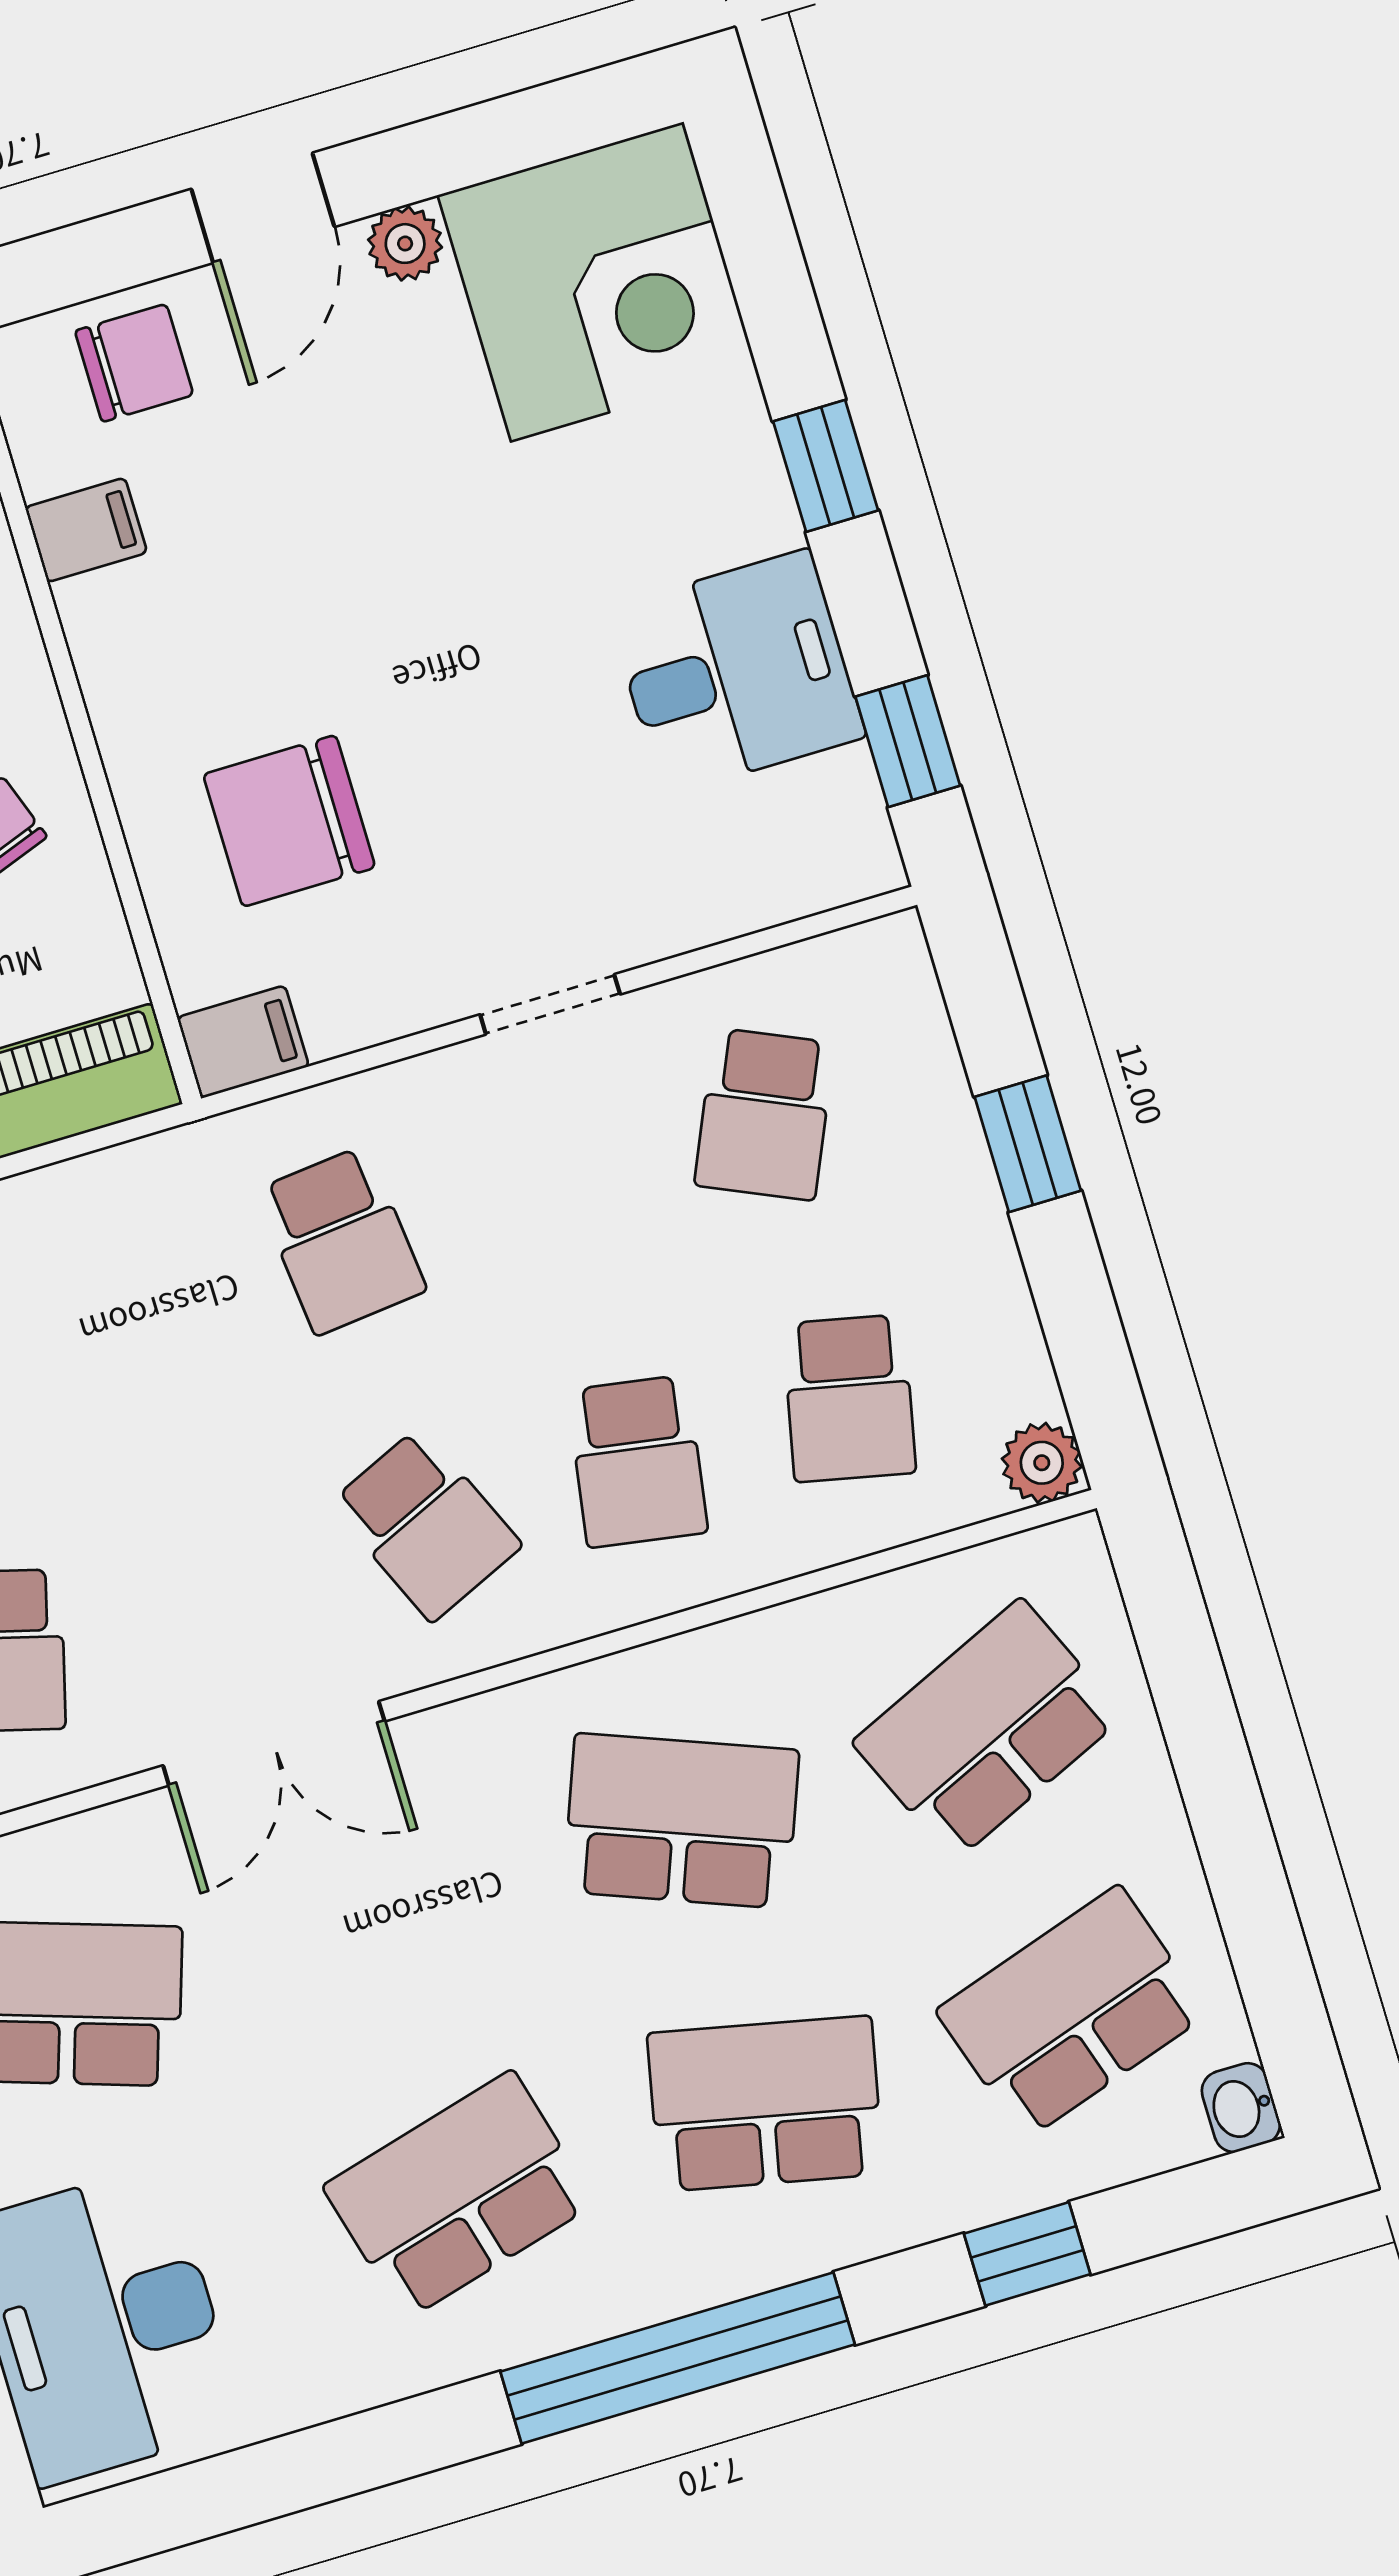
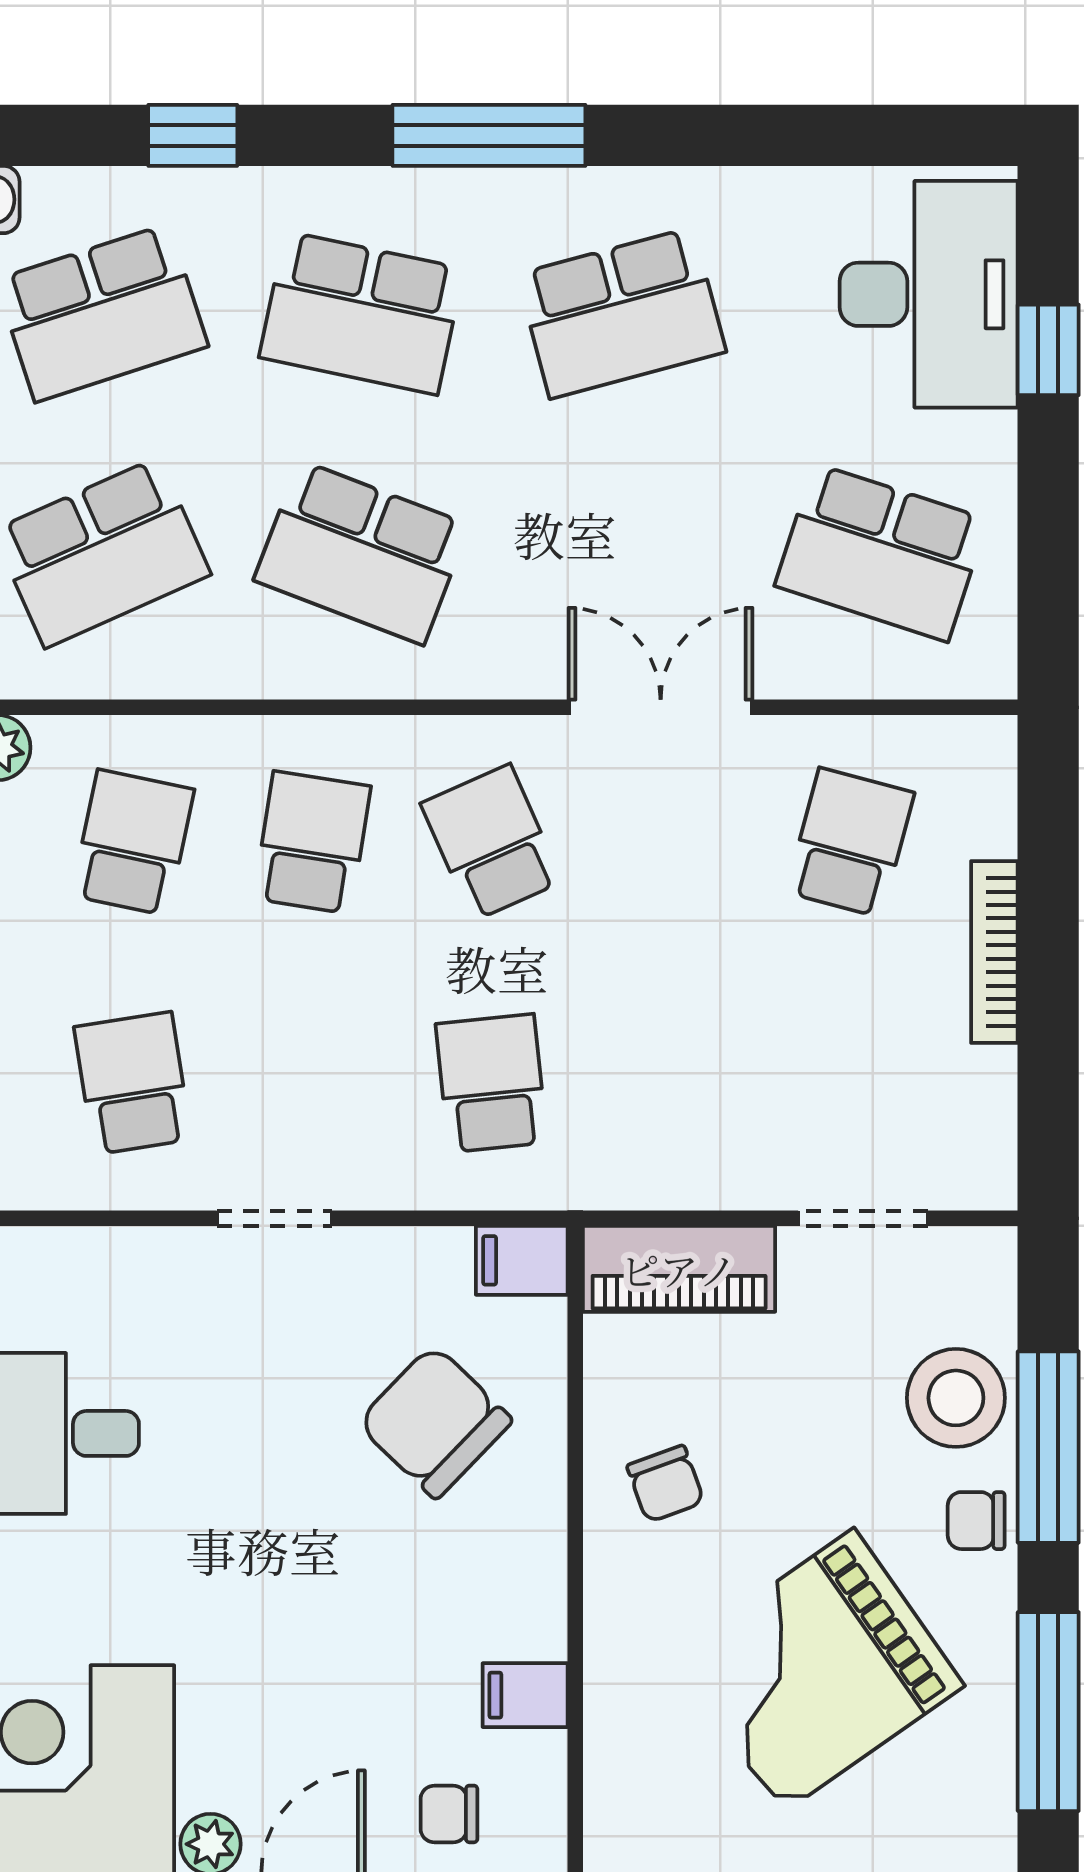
chair: (134, 363) -> (449, 1814), width x0.73, depth x0.73
chair: (289, 821) -> (435, 1422), turned -136
school desk: (764, 1114) -> (133, 1083), turned -33
window: (678, 2358) -> (489, 135), width x0.68

